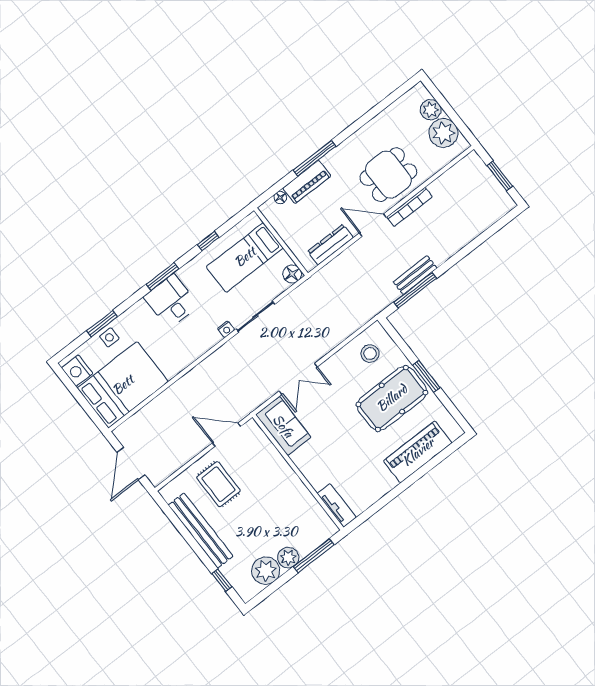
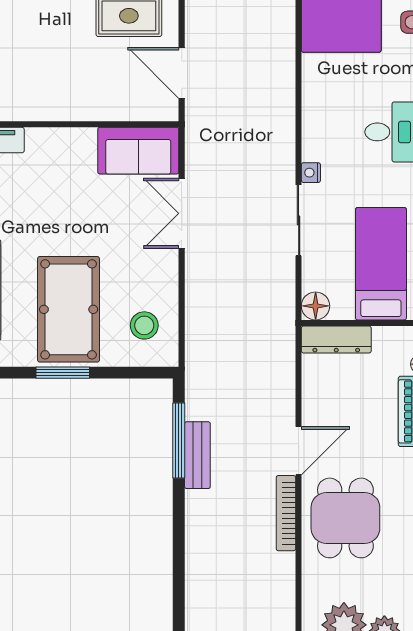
dresser: (331, 245) -> (336, 339), moved, turned 90
door: (227, 435) -> (182, 73), swing flipped

